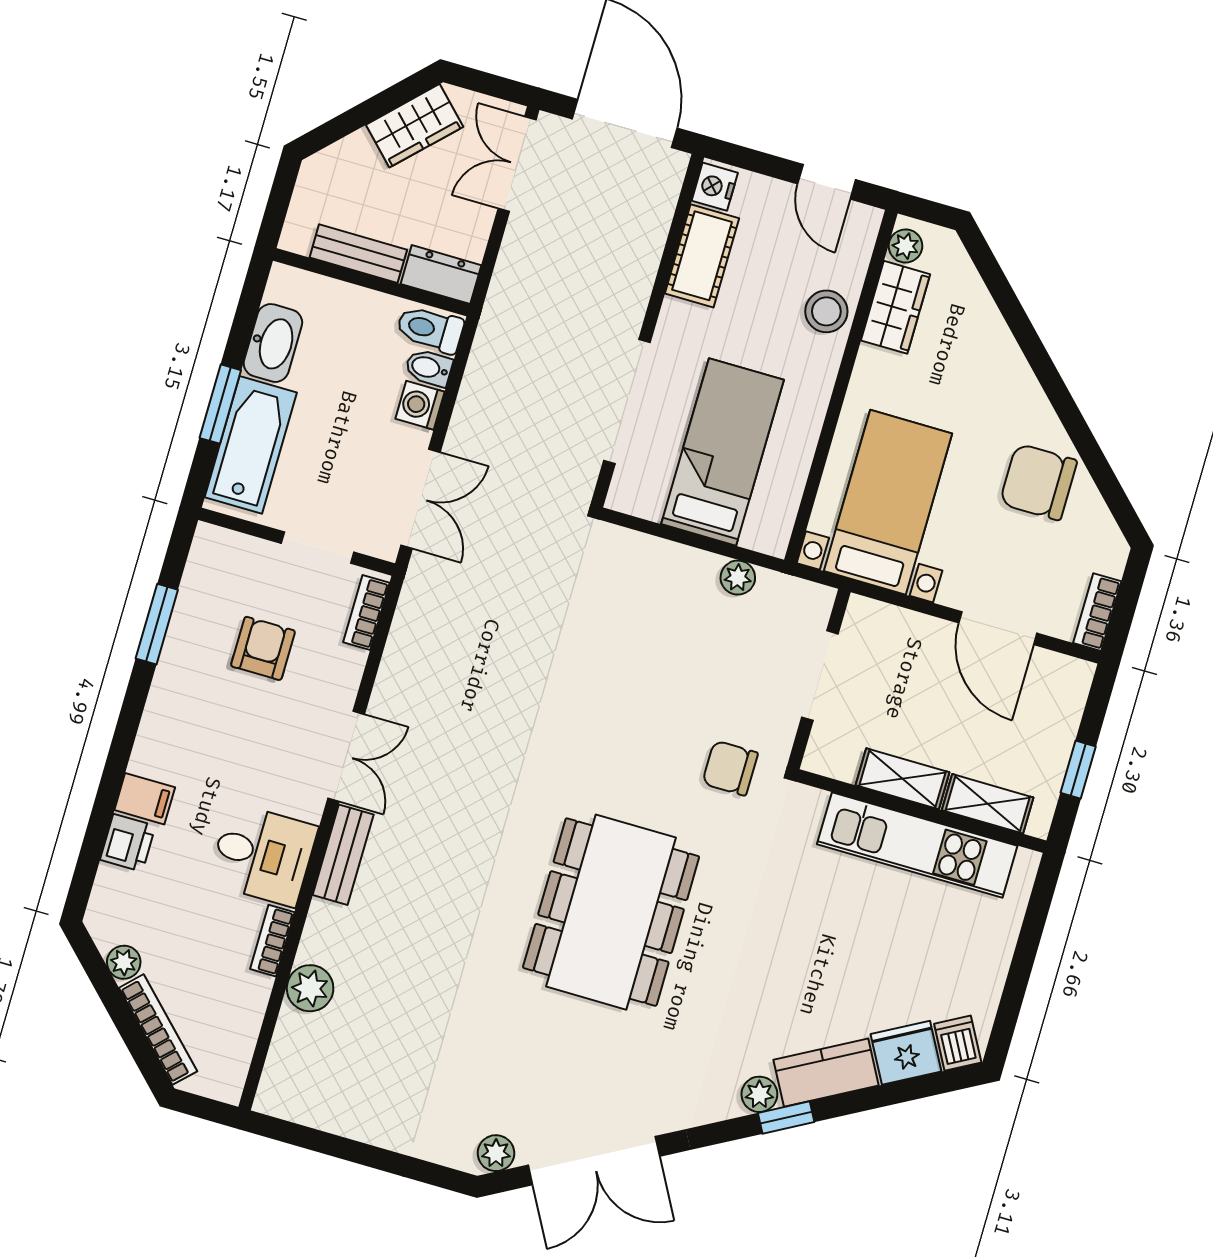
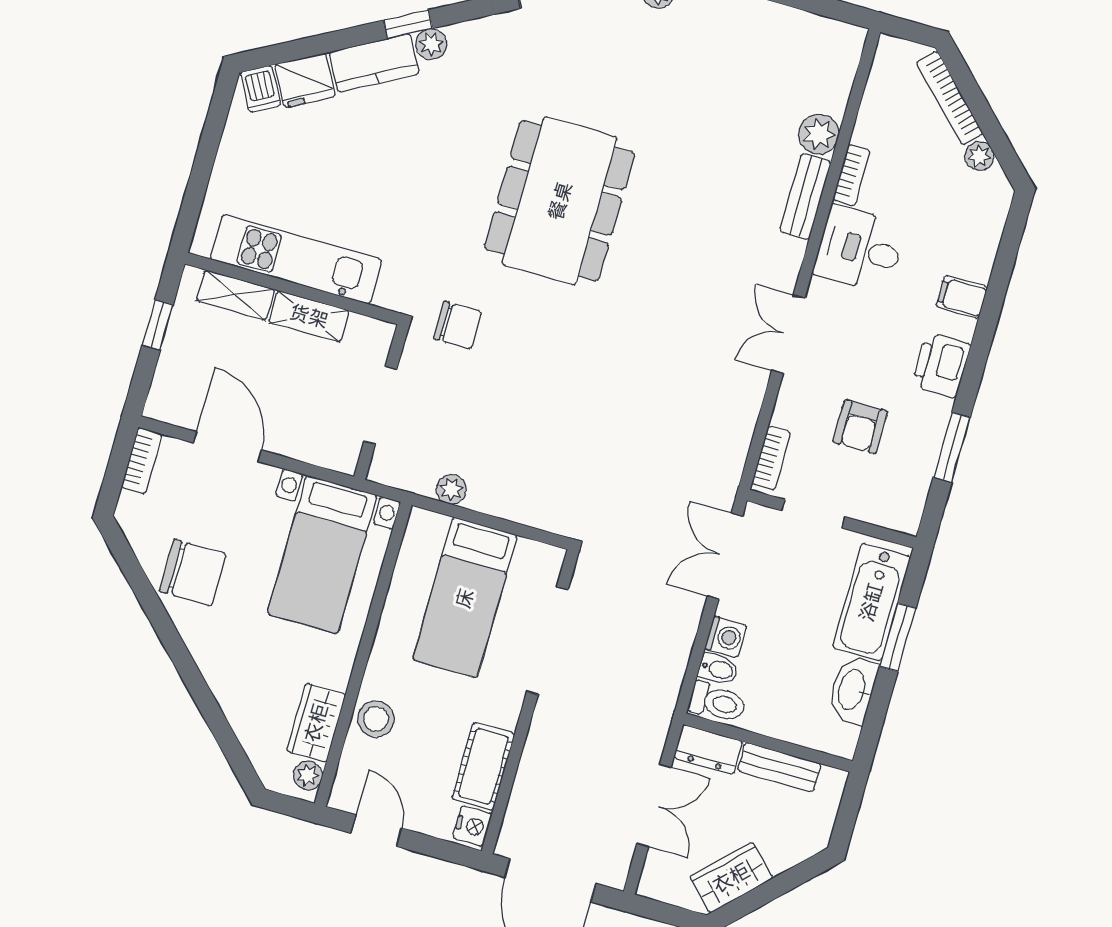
double door: (517, 164) -> (654, 805), moved
printer: (128, 843) -> (941, 365), moved, width x1.36, depth x1.24
bench: (343, 855) -> (806, 197), moved

